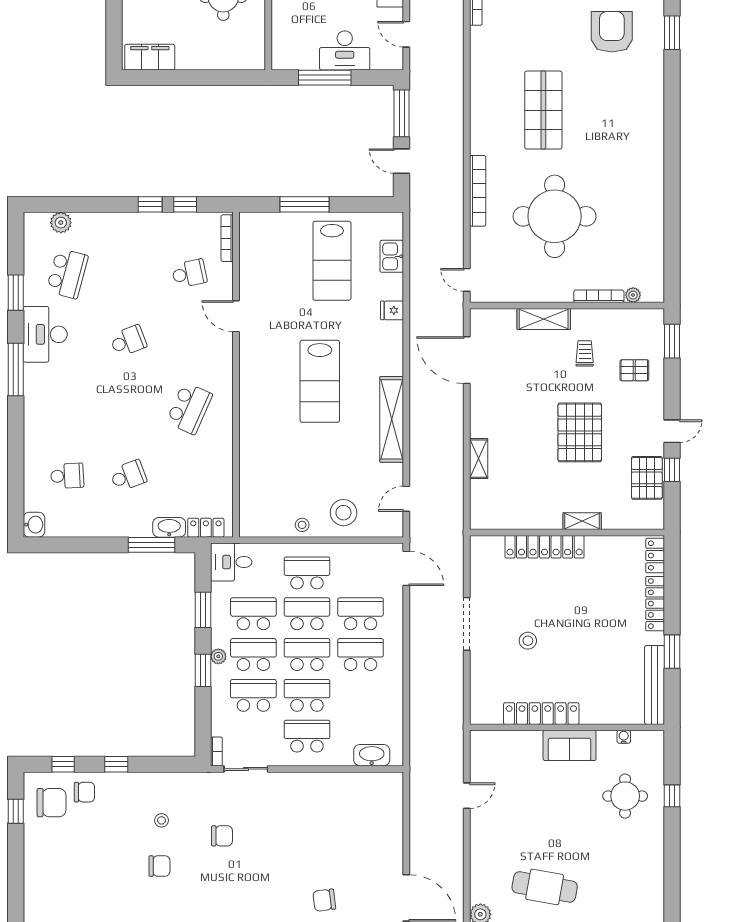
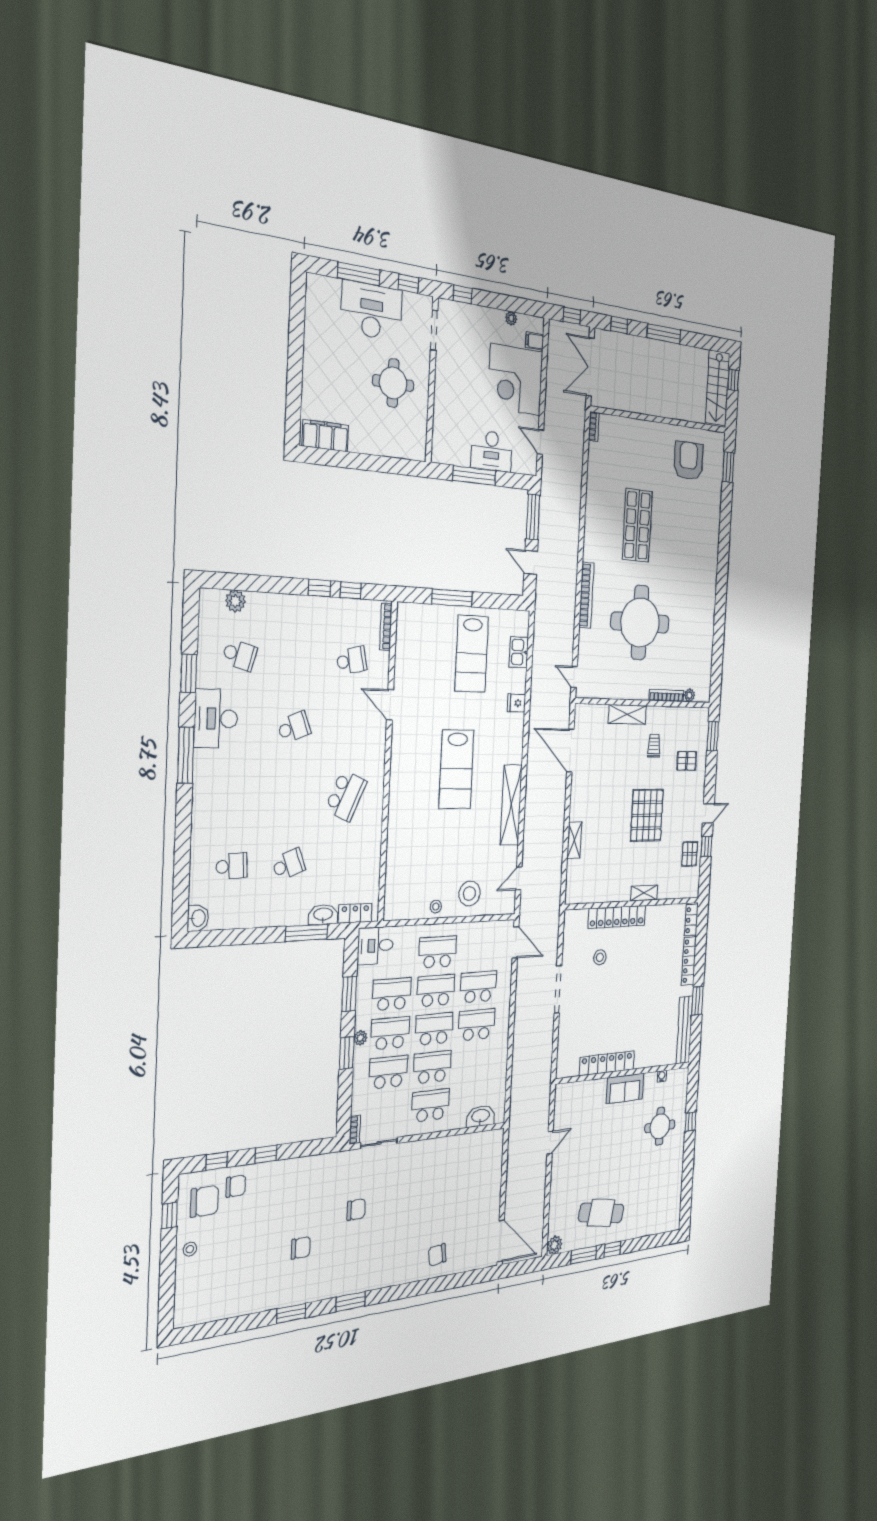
school desk: (67, 273) -> (240, 655), width x0.54
pallet: (647, 478) -> (690, 854), width x0.67, depth x0.71
stool: (528, 641) -> (600, 957), moved
stool: (161, 820) -> (190, 1249), moved

